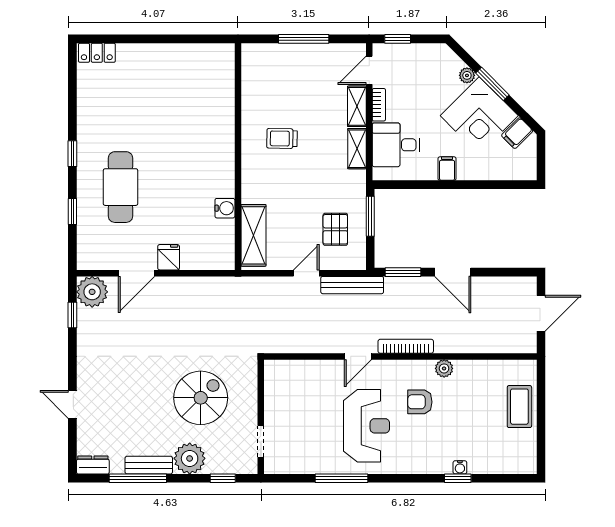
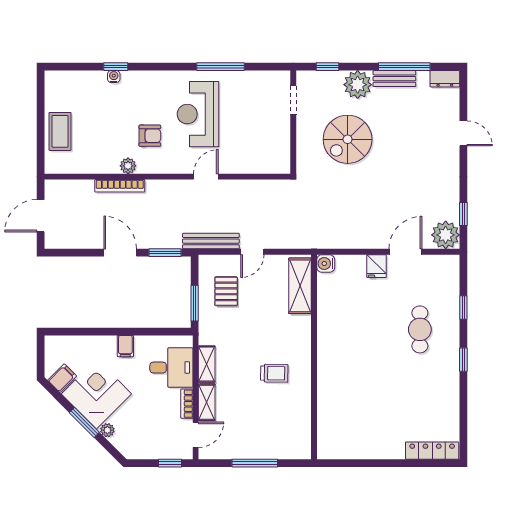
locker: (97, 53) -> (432, 451), width x1.53
cafe table: (121, 187) -> (420, 329), width x0.73, depth x0.74
water cooler: (225, 208) -> (326, 264), moved
bookcase: (406, 346) -> (120, 186), moved

